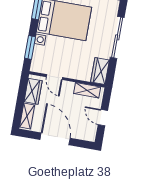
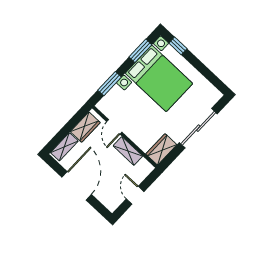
shelving: (87, 90) -> (128, 151), moved

